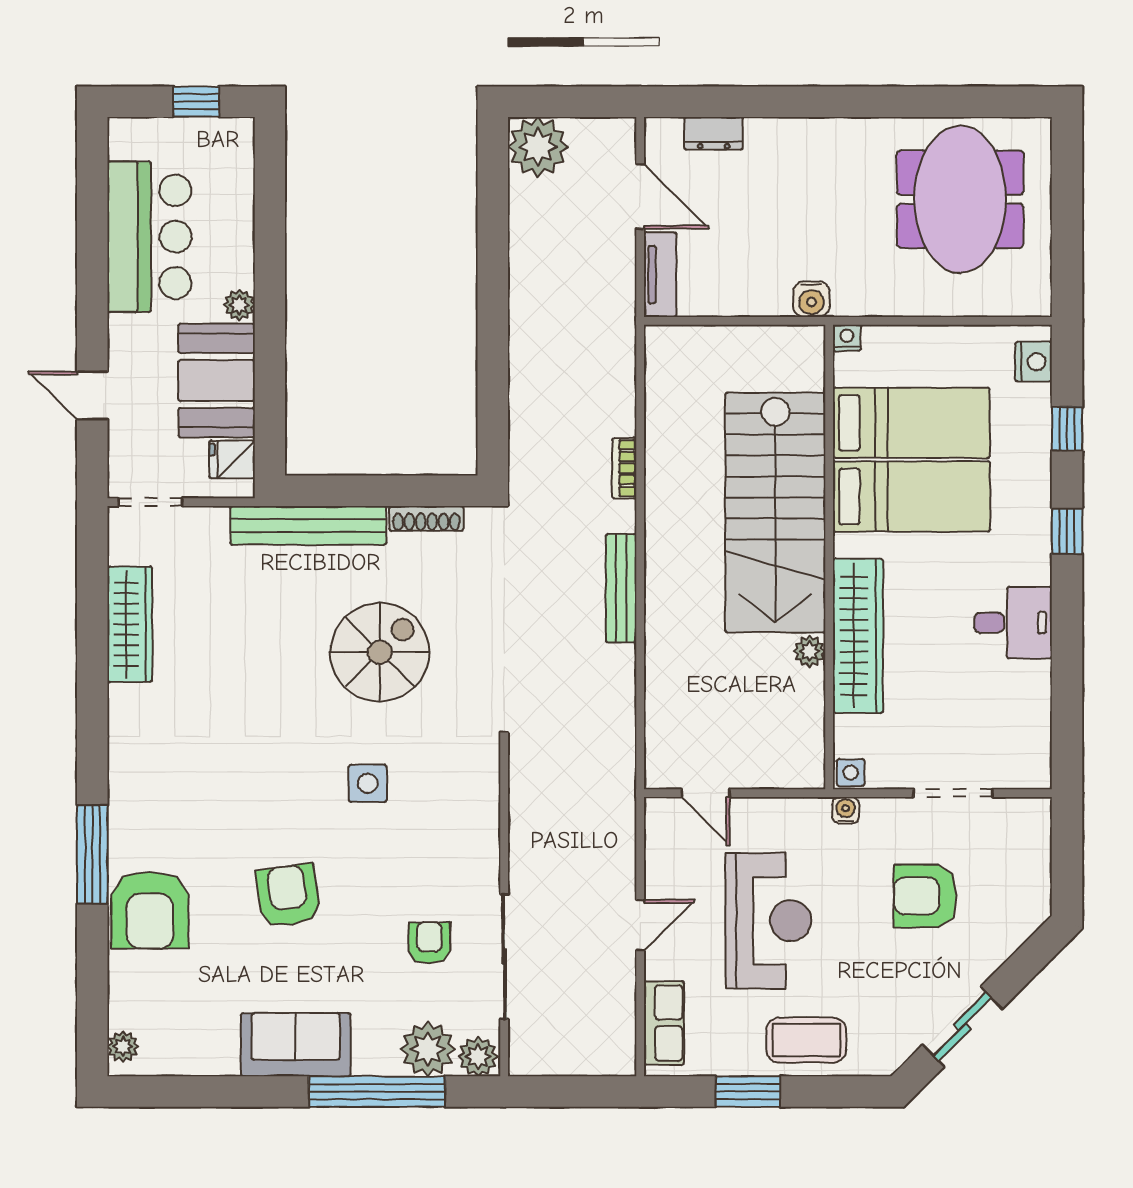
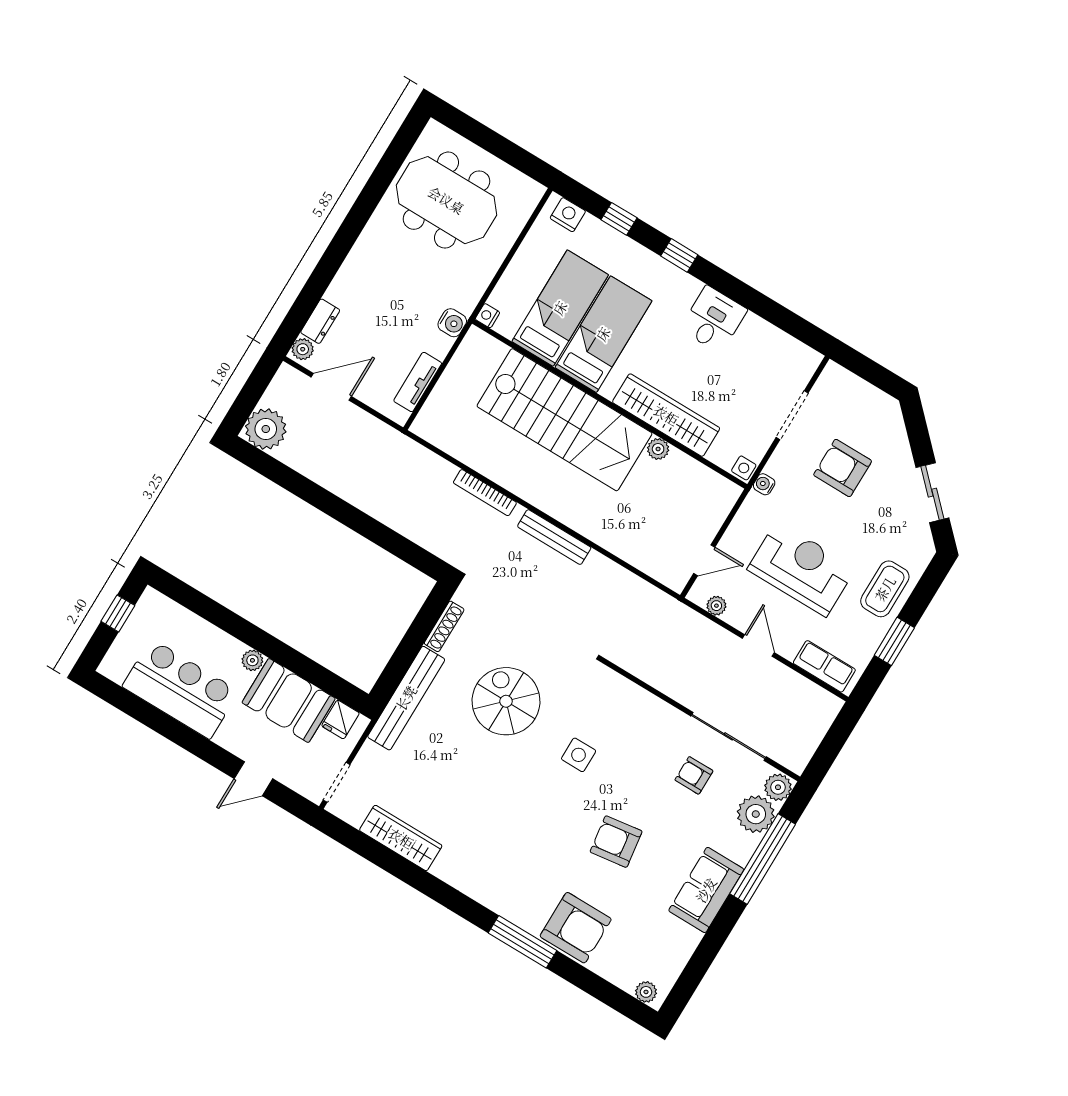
plant: (665, 133) -> (303, 349), added
tv unit: (660, 275) -> (418, 382), moved, turned -90
bookcase: (624, 468) -> (485, 493), width x1.56
plant: (658, 843) -> (716, 606), added
armchair: (925, 896) -> (843, 468), turned 90

